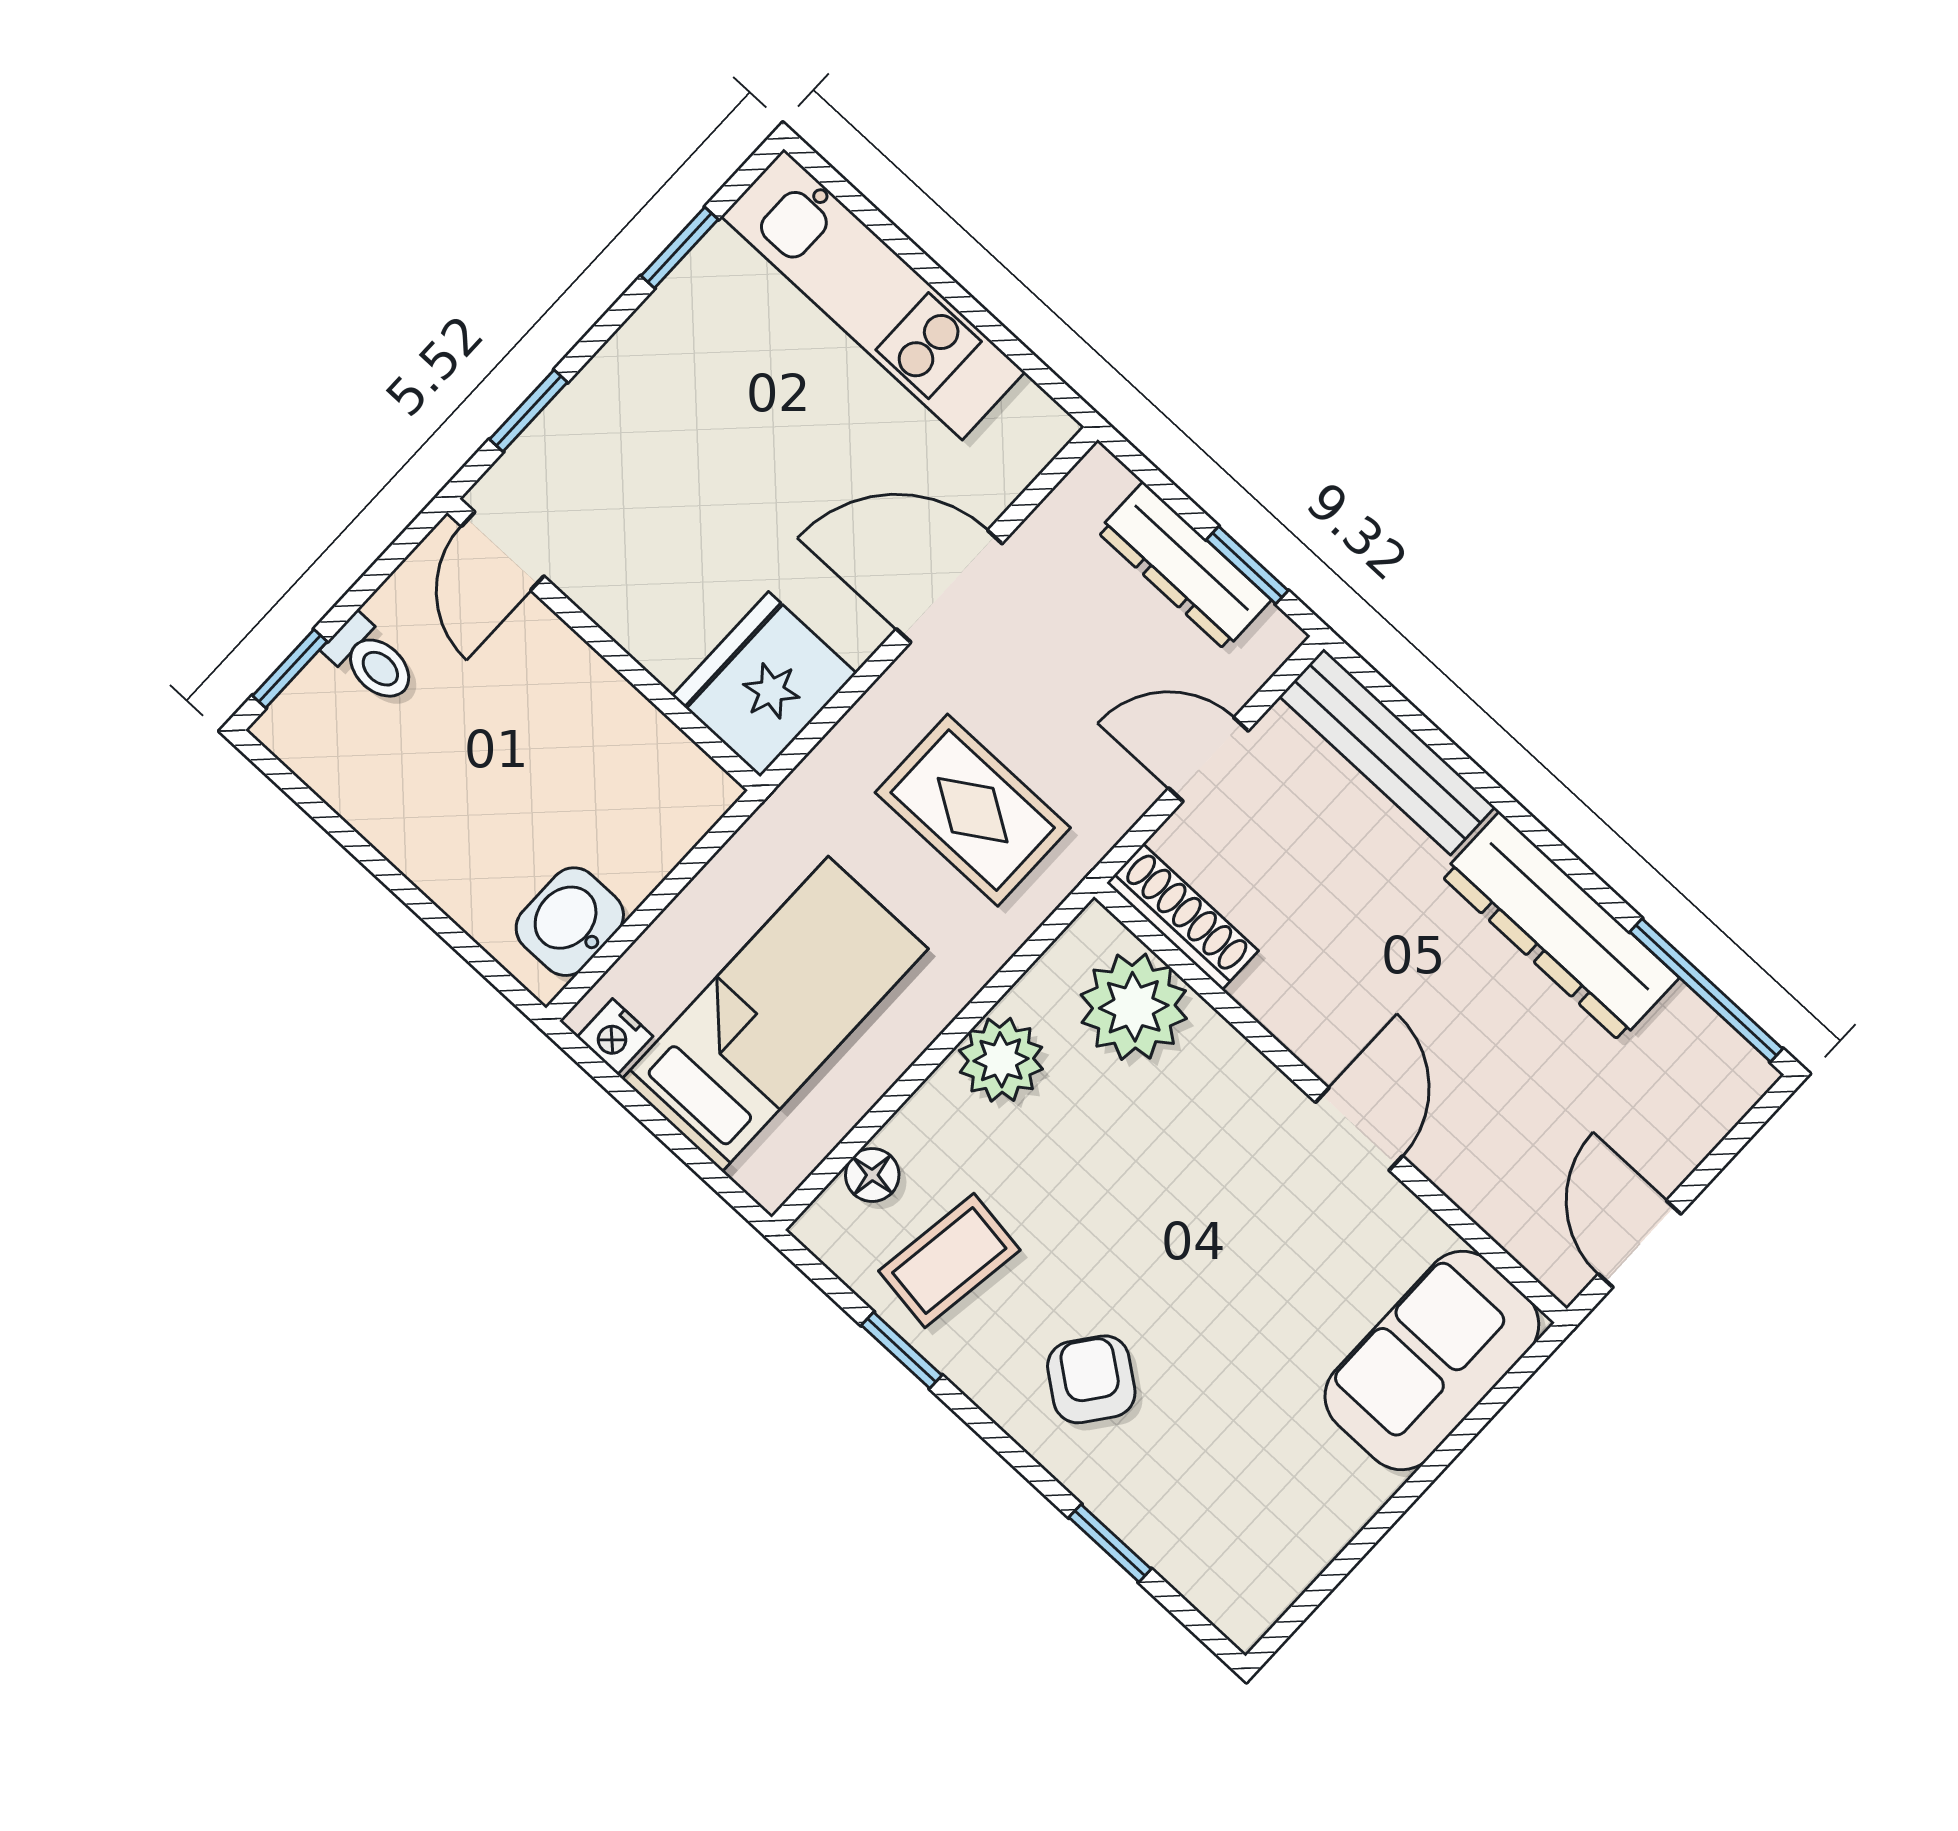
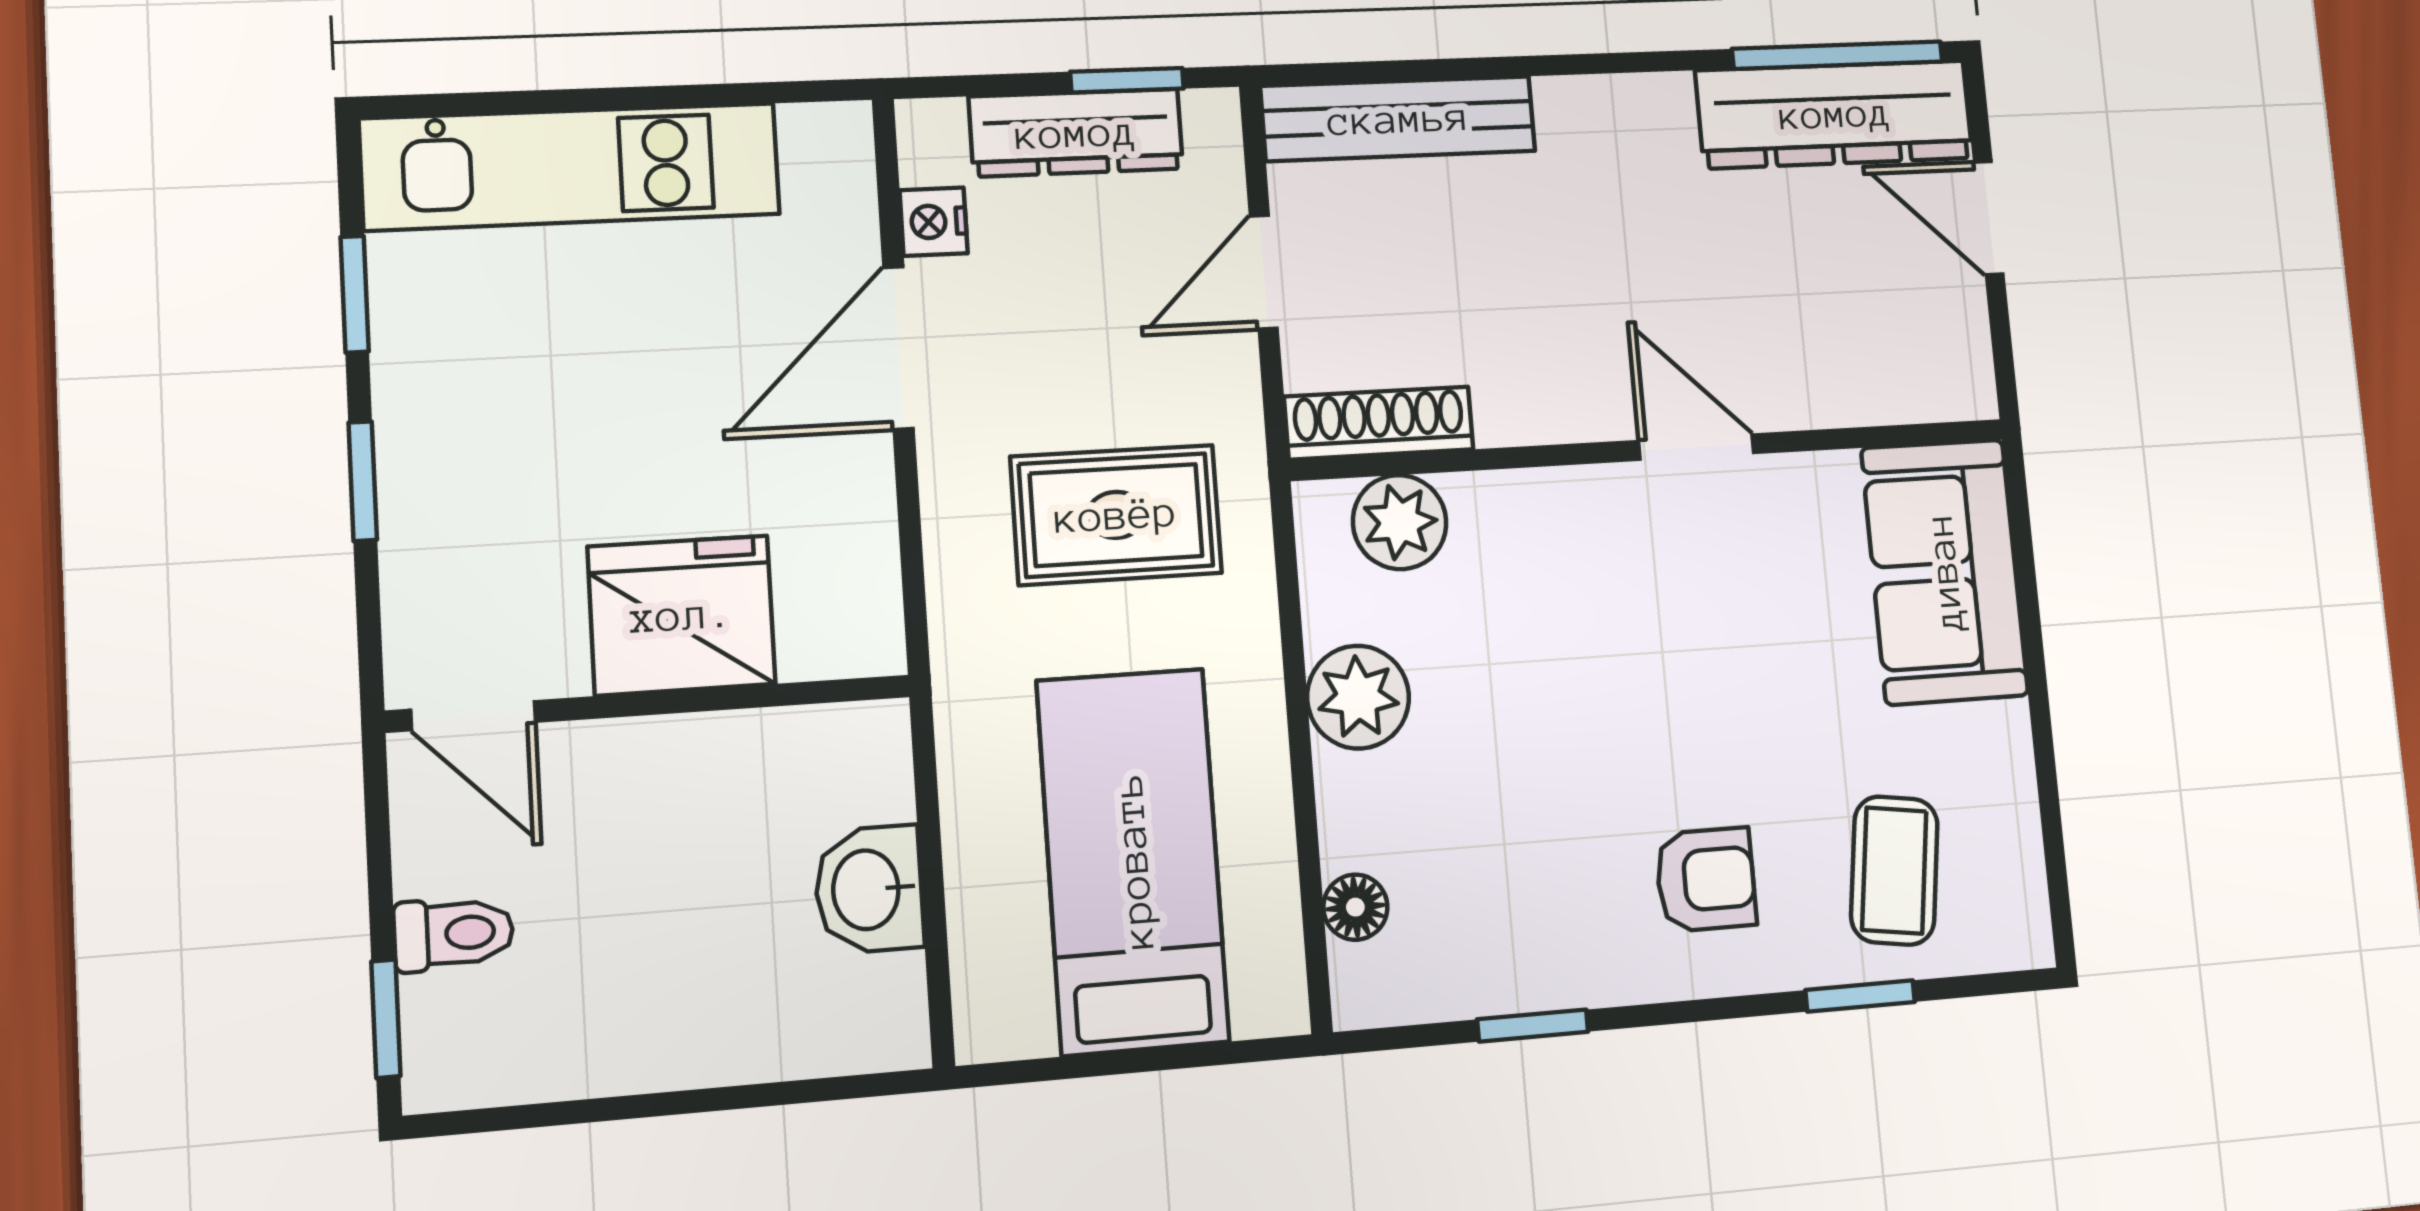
window: (529, 411) -> (363, 481), moved
fridge: (764, 684) -> (682, 615), moved, turned 90
washbasin: (570, 922) -> (869, 889), moved
dresser: (1560, 927) -> (1835, 114), moved
plant: (1134, 1007) -> (1400, 522), width x0.73, depth x0.73
nightstand: (615, 1037) -> (934, 222), moved, turned 90
door: (1640, 1244) -> (1989, 218), moved
coffee table: (949, 1261) -> (1894, 871), moved
armchair: (1091, 1379) -> (1706, 880), turned 143

